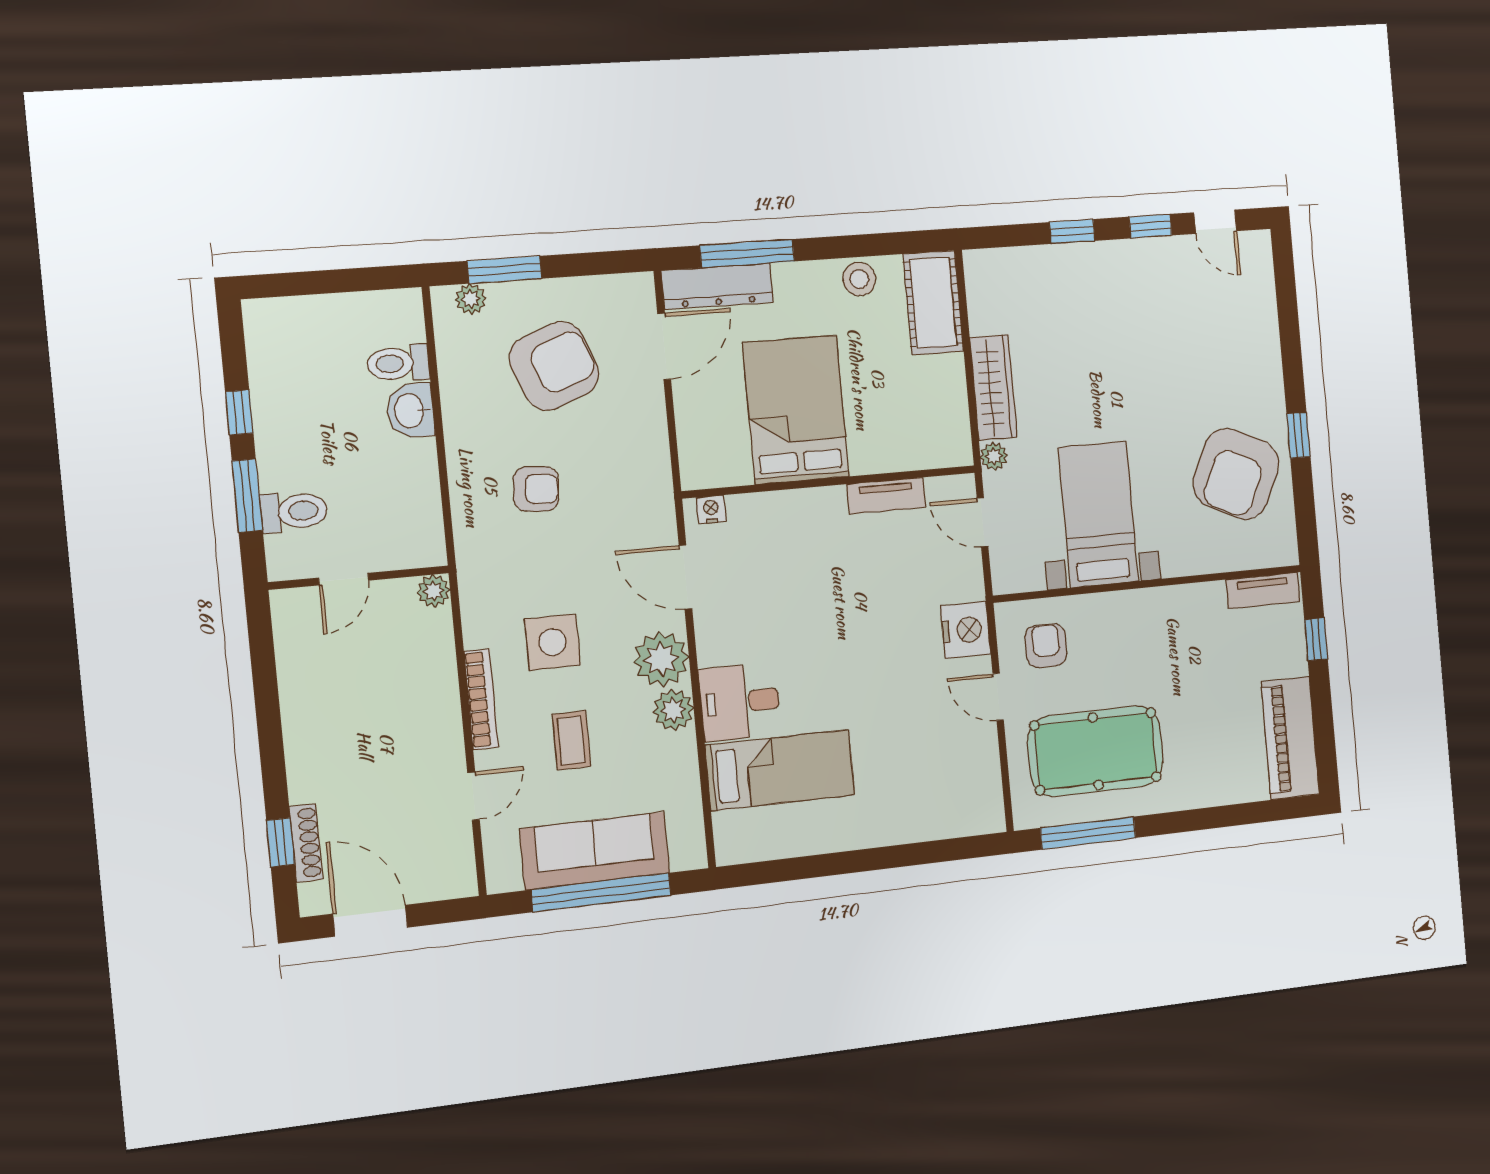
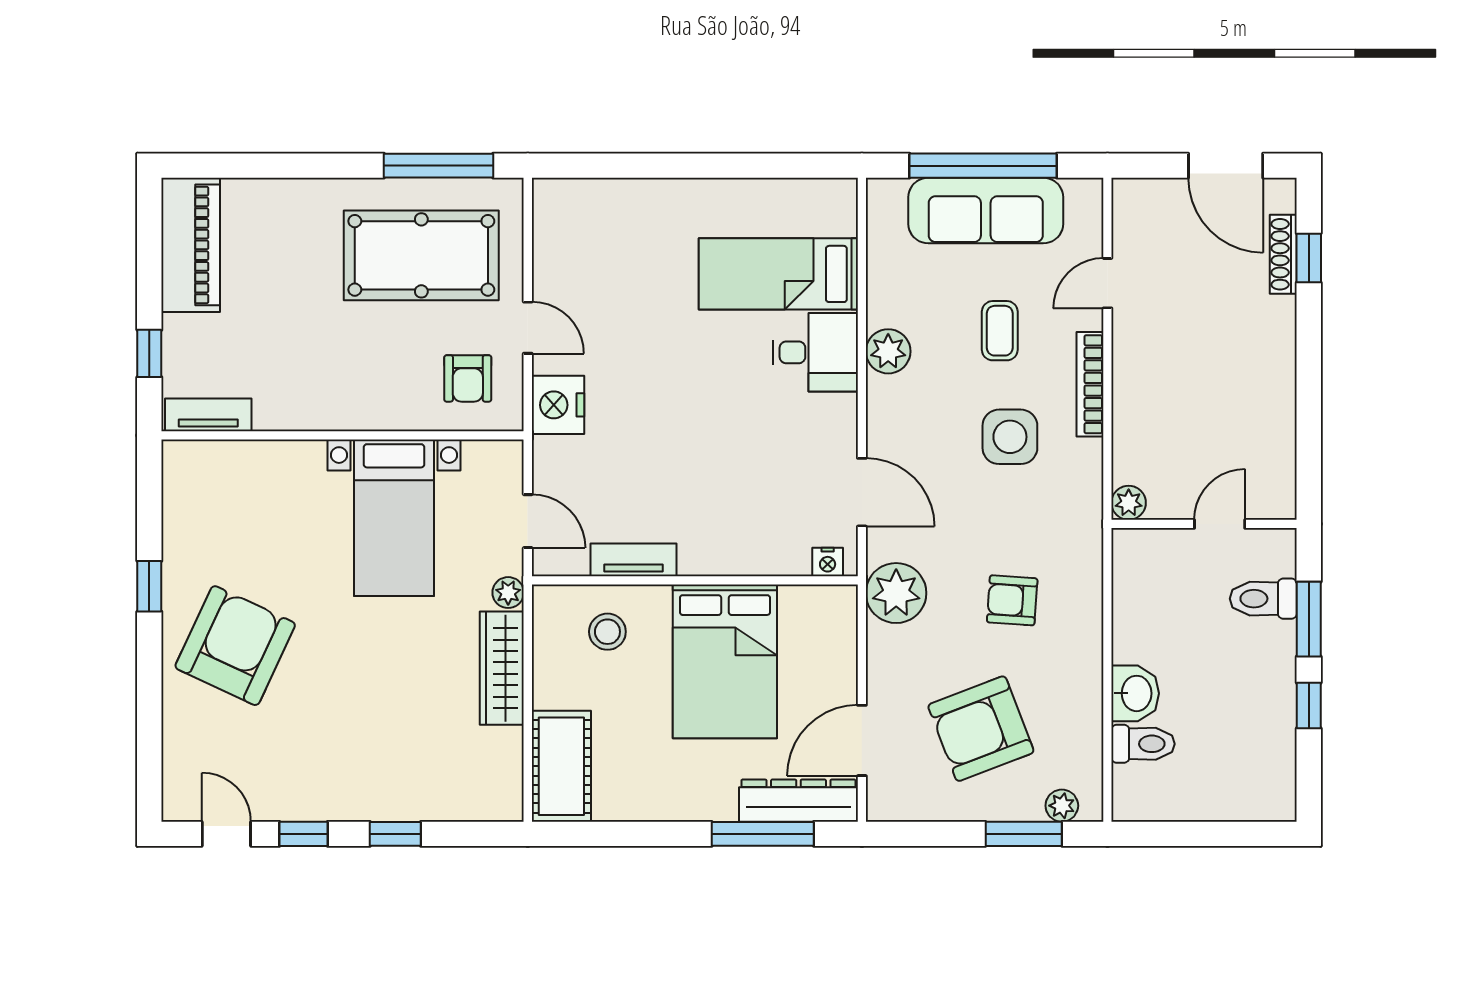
stool: (859, 279) -> (607, 632), moved
armchair: (1236, 474) -> (235, 646), moved
plant: (661, 659) -> (896, 593), moved

